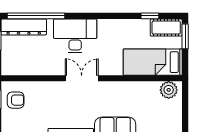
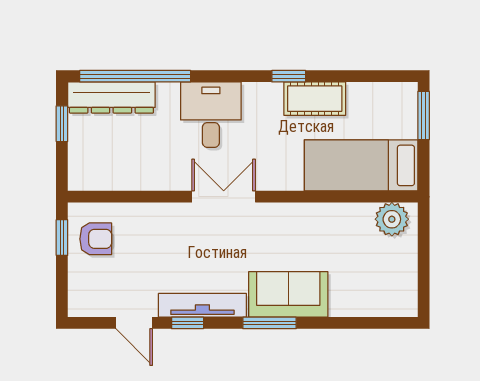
window: (150, 16) -> (289, 76), moved
cot: (166, 28) -> (315, 99), moved
desk: (75, 36) -> (211, 115), width x0.73

